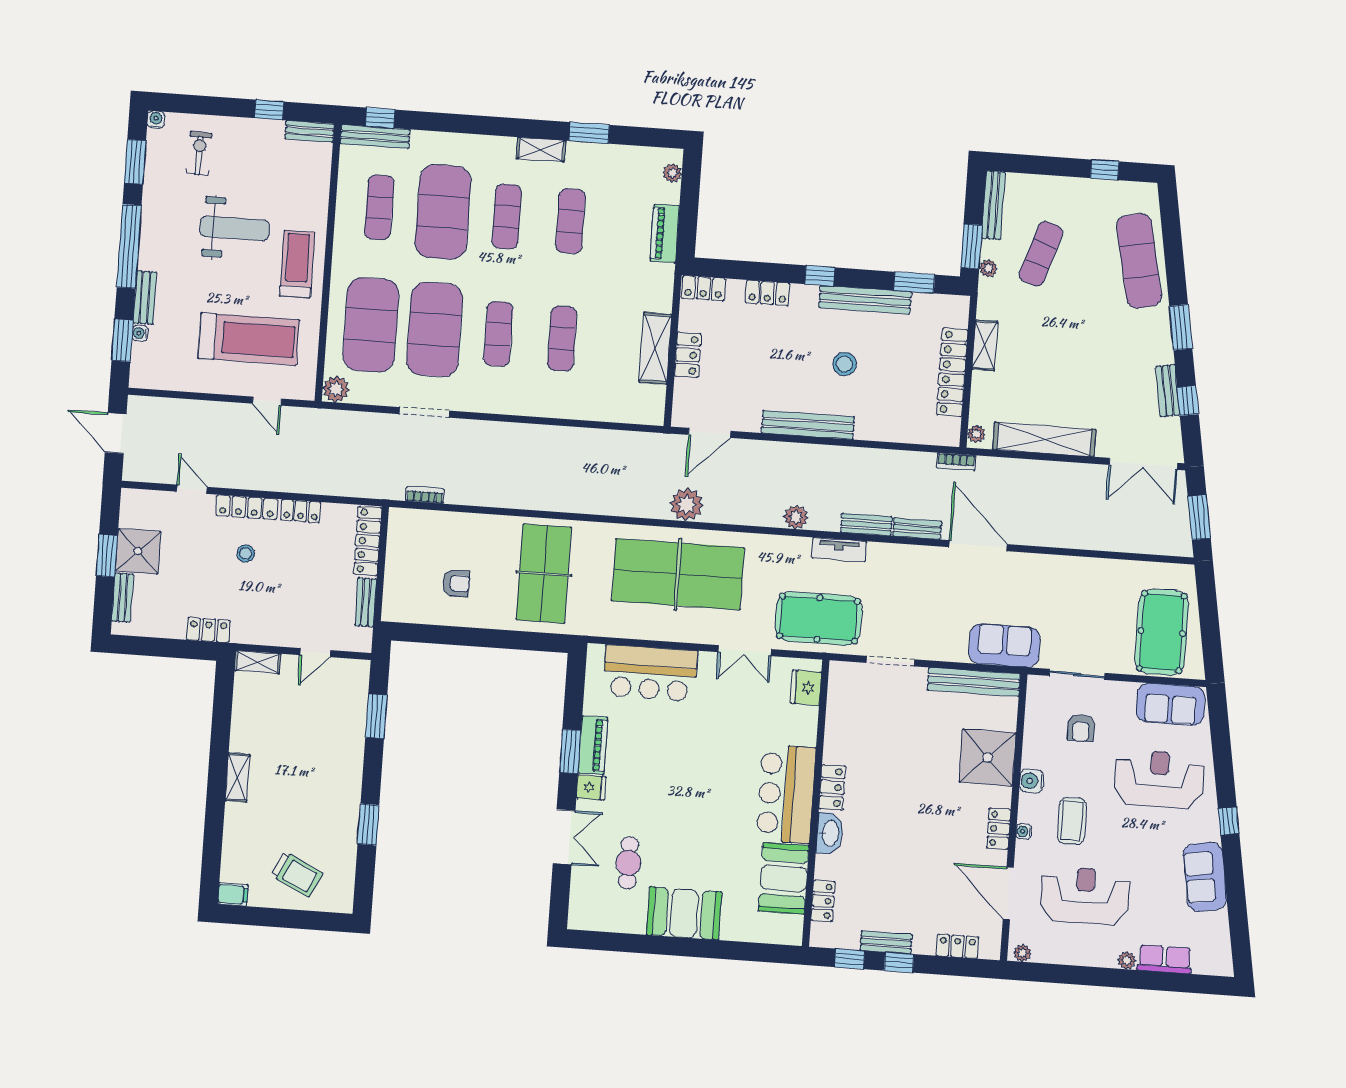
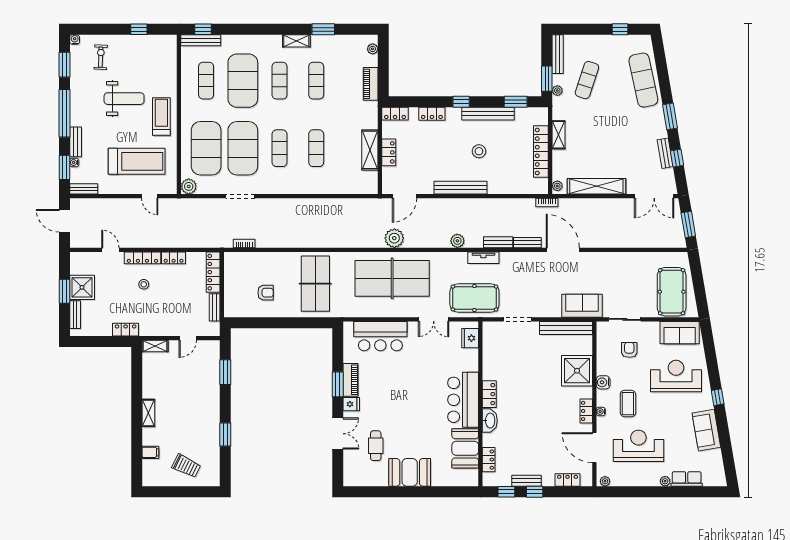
bench: (310, 131) -> (84, 189), moved
armchair: (1081, 728) -> (629, 350), turned 180
filing cabinet: (233, 894) -> (150, 452), moved

